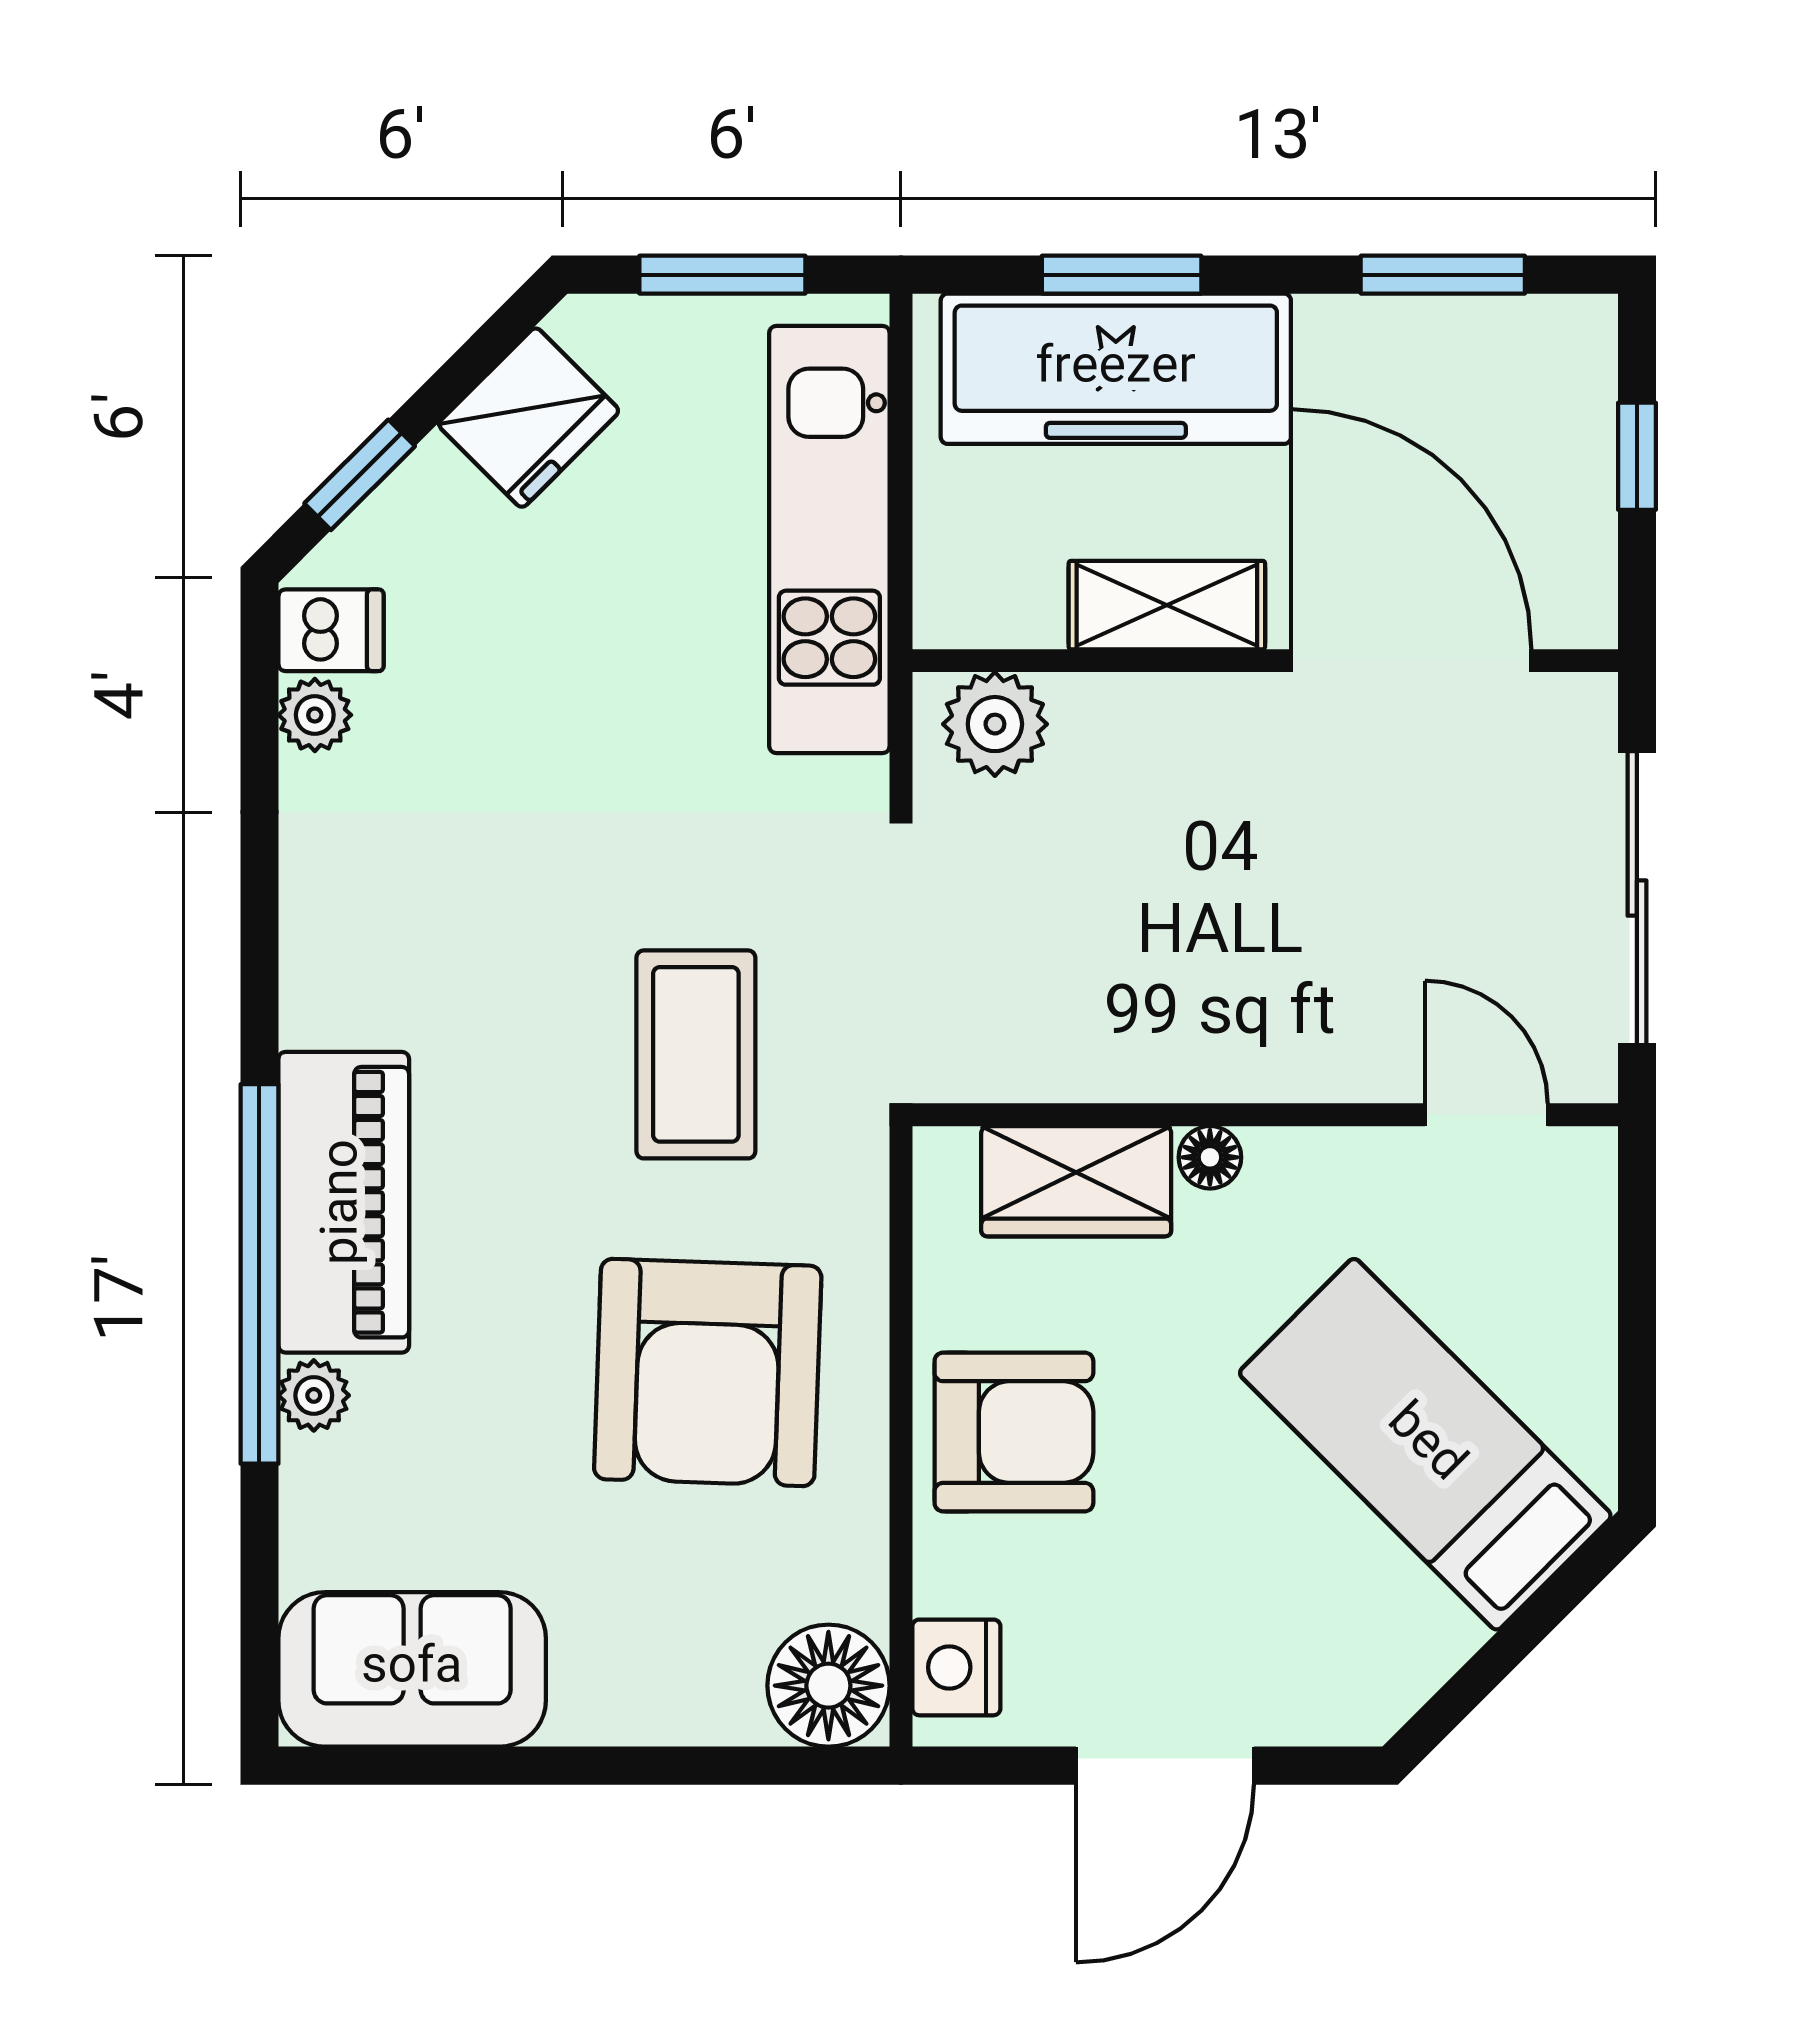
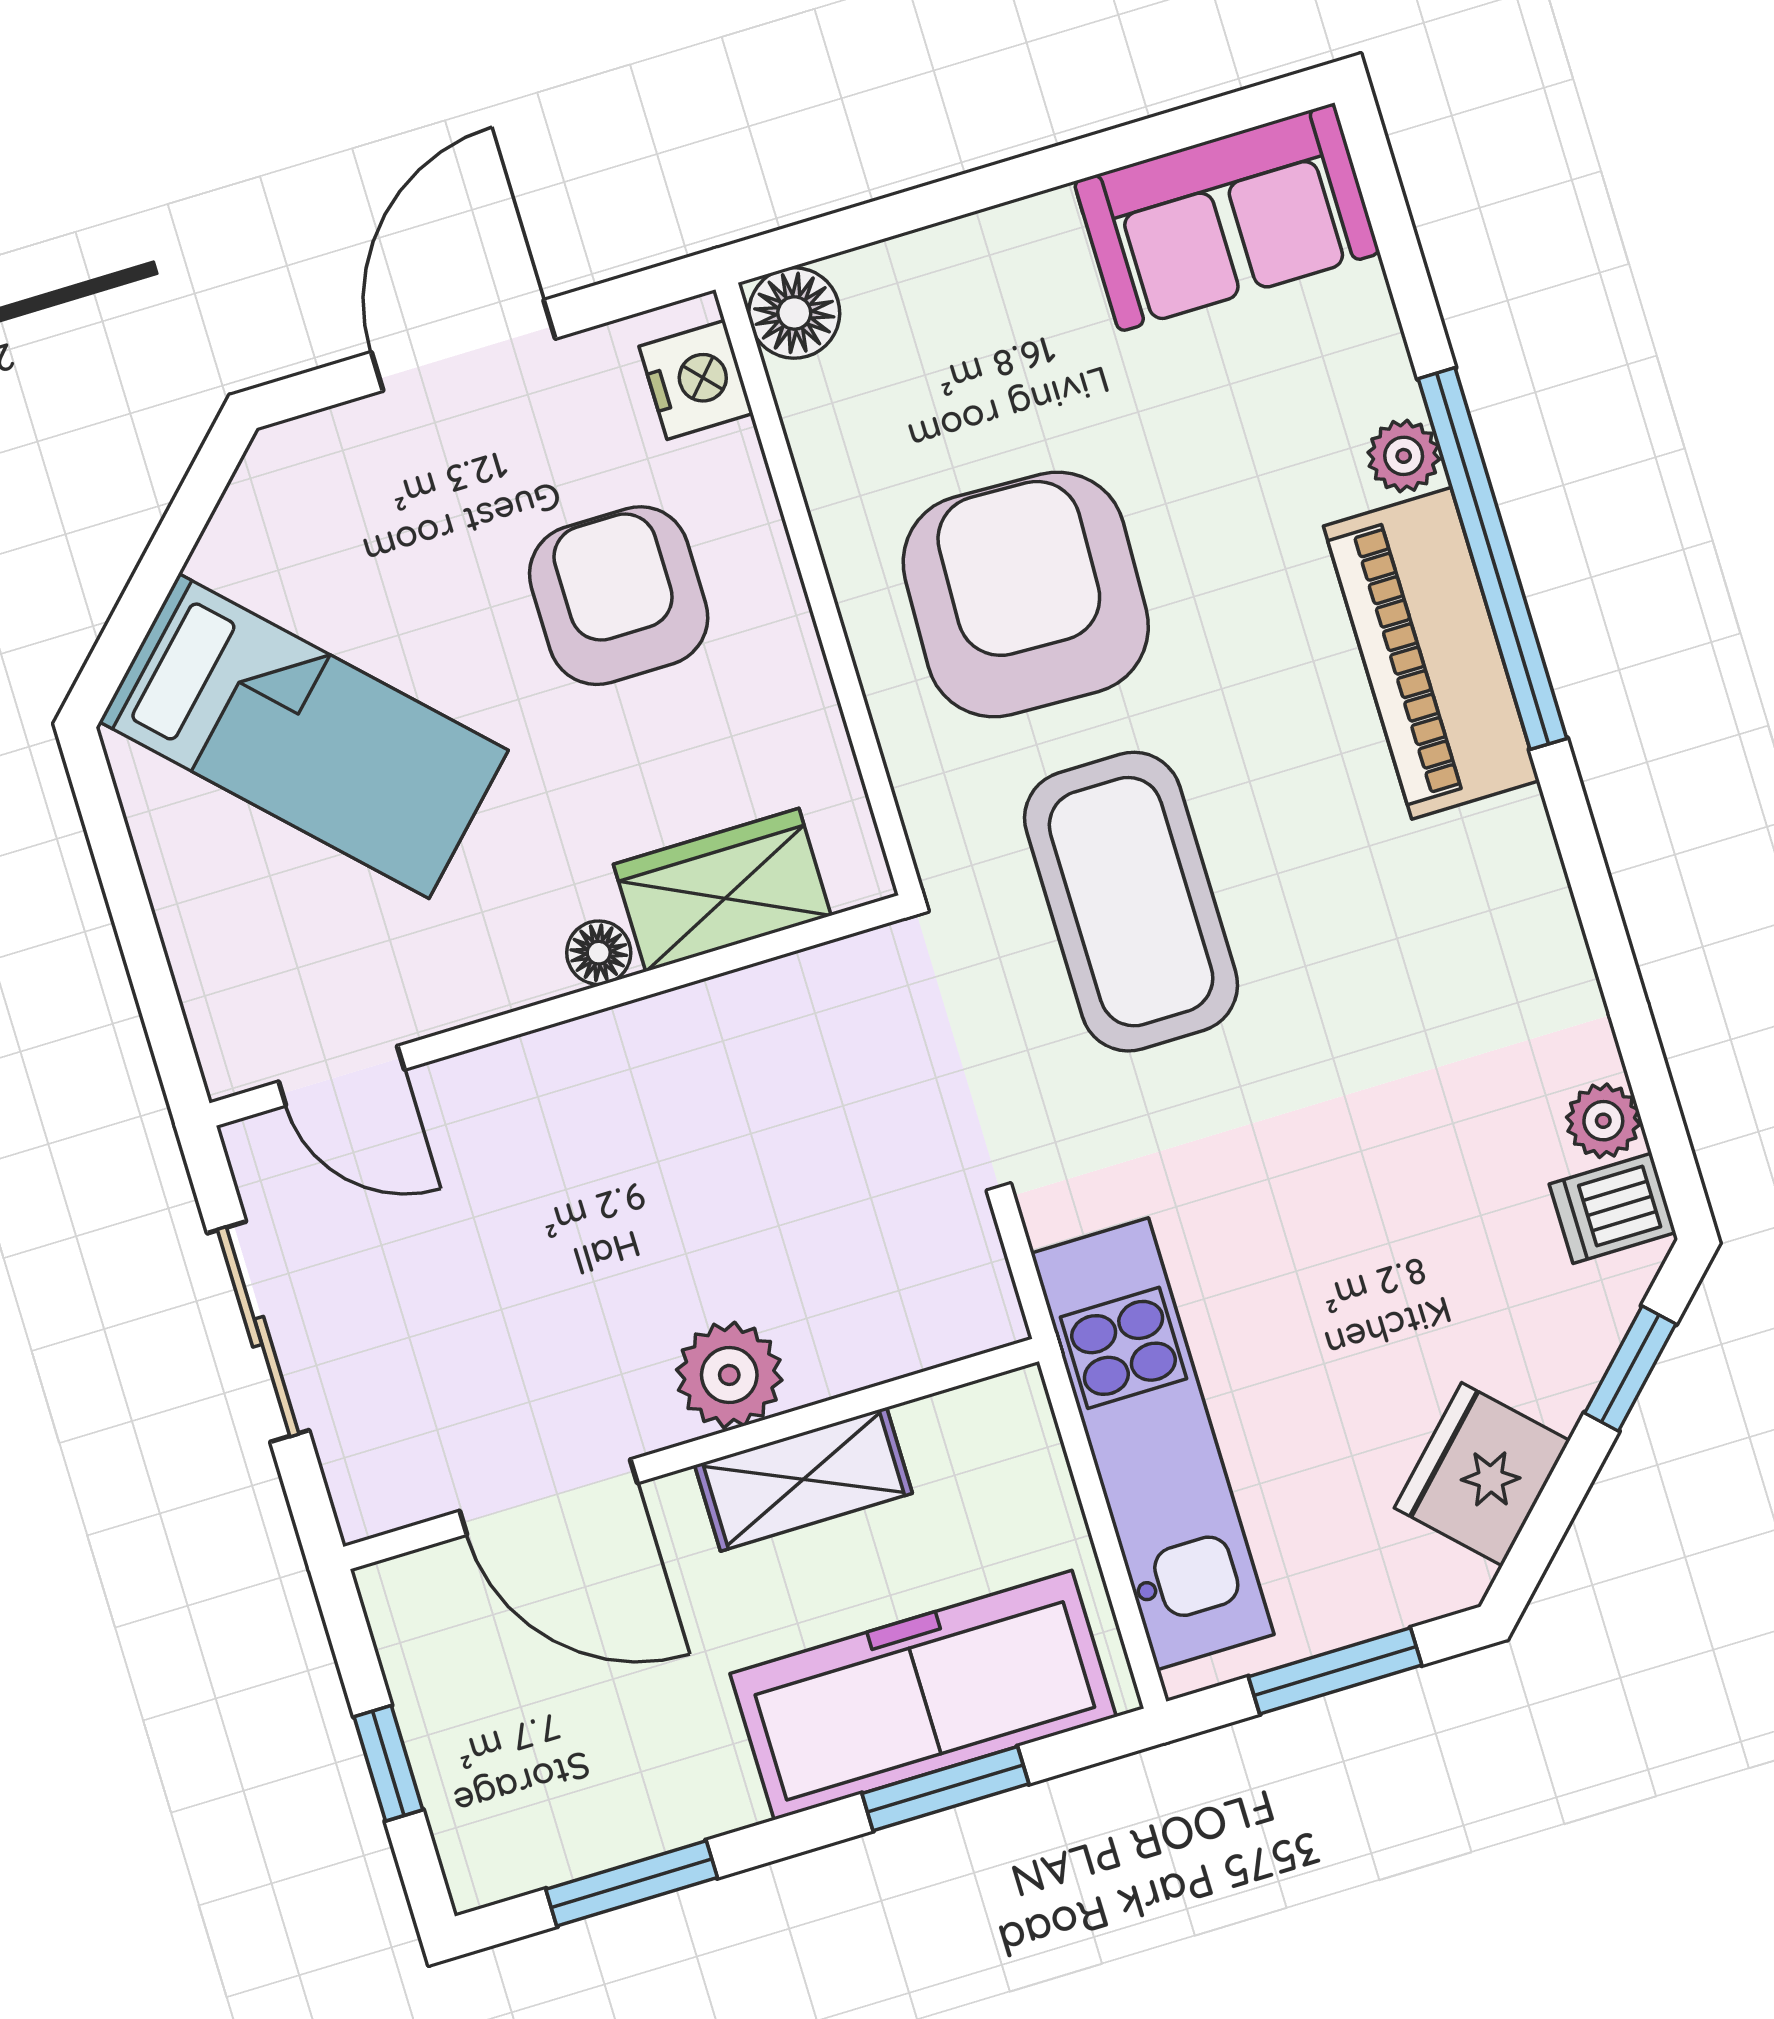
door: (1411, 661) -> (549, 1497), width x0.73
plant: (995, 724) -> (729, 1375), moved
sliding door: (1637, 898) -> (258, 1332), width x0.73
coffee table: (696, 1054) -> (1131, 902), width x1.36, depth x1.32
armchair: (1014, 1432) -> (619, 596), moved, turned 90
floor lamp: (828, 1686) -> (794, 313), width x0.73, depth x0.73

